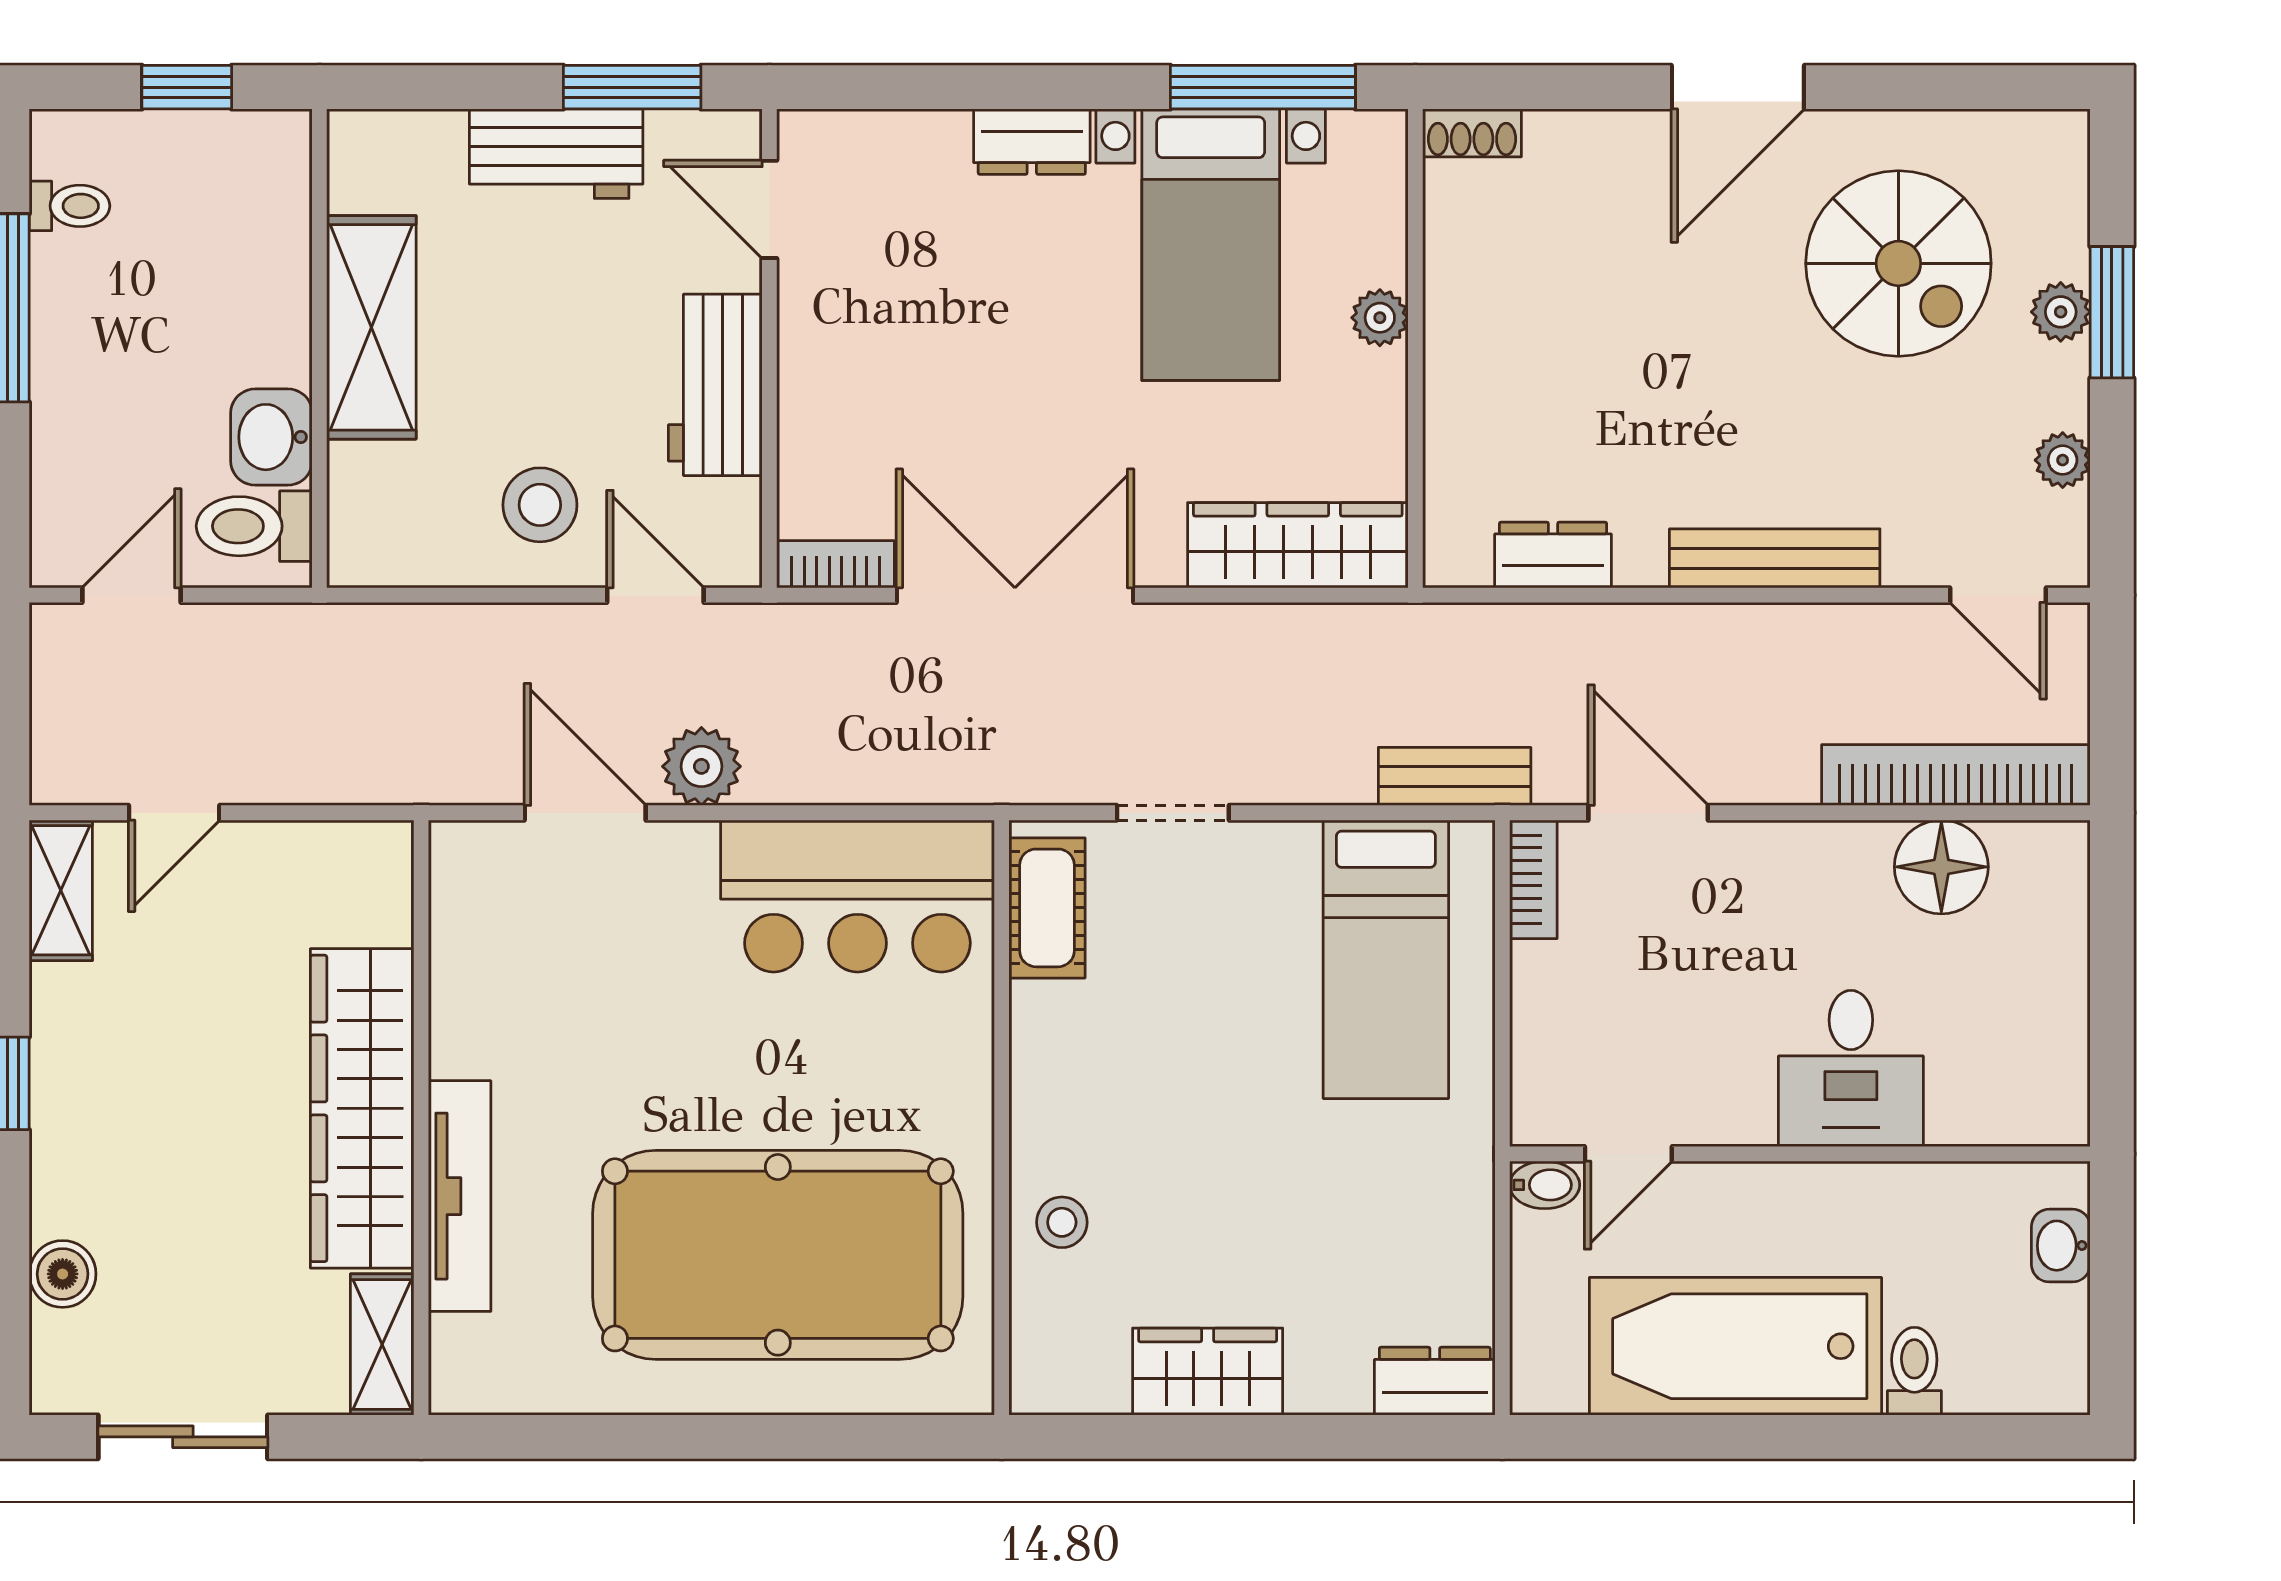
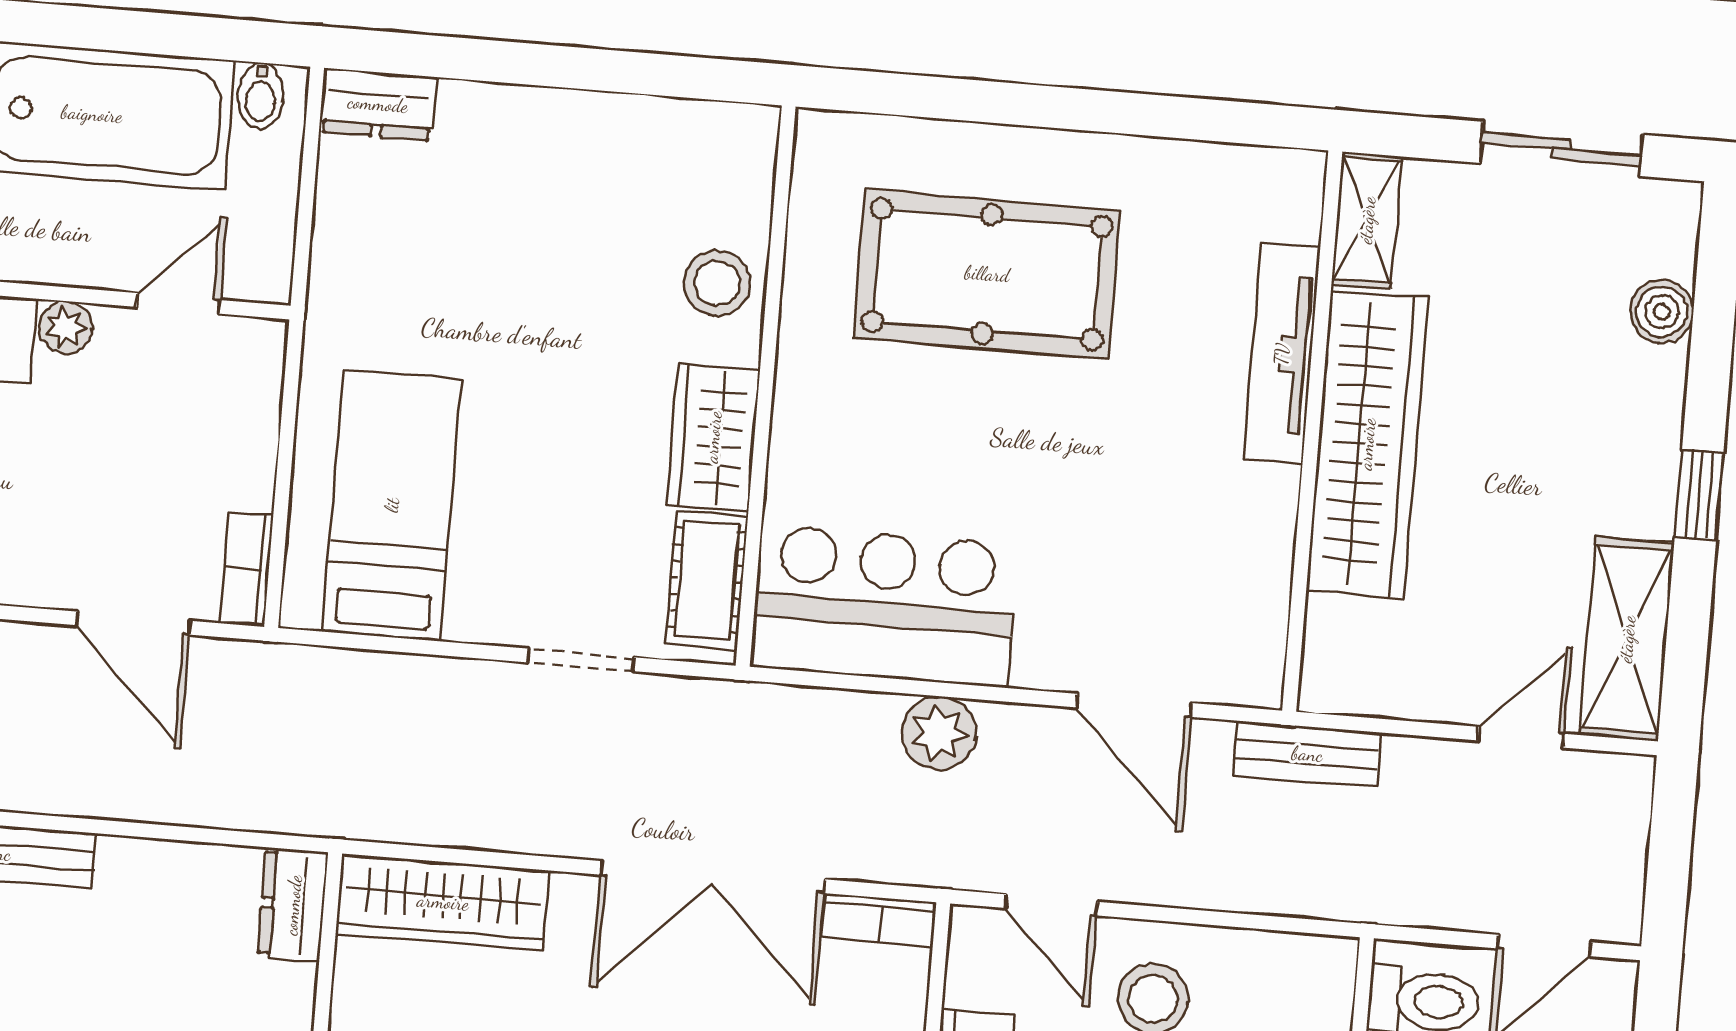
dresser: (1553, 555) -> (293, 905), moved, turned 90
plant: (701, 766) -> (939, 733), moved
bench: (1455, 776) -> (1307, 754), moved
shelving: (61, 890) -> (1627, 639), width x1.50, depth x1.33
plant: (1745, 1119) -> (66, 327), added
bidet: (1545, 1185) -> (261, 96), moved, turned -90
stool: (1062, 1222) -> (717, 283), width x1.37, depth x1.37
pool table: (778, 1255) -> (987, 274), width x0.73, depth x0.76
wardrobe: (1208, 1372) -> (713, 437), moved, turned 90

